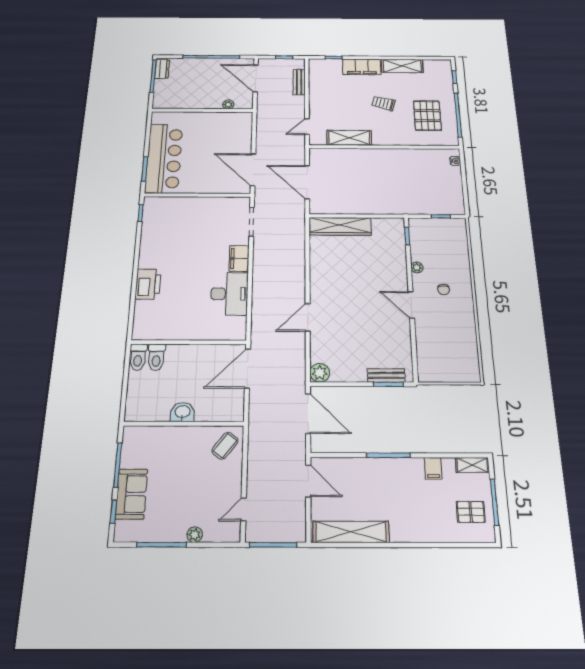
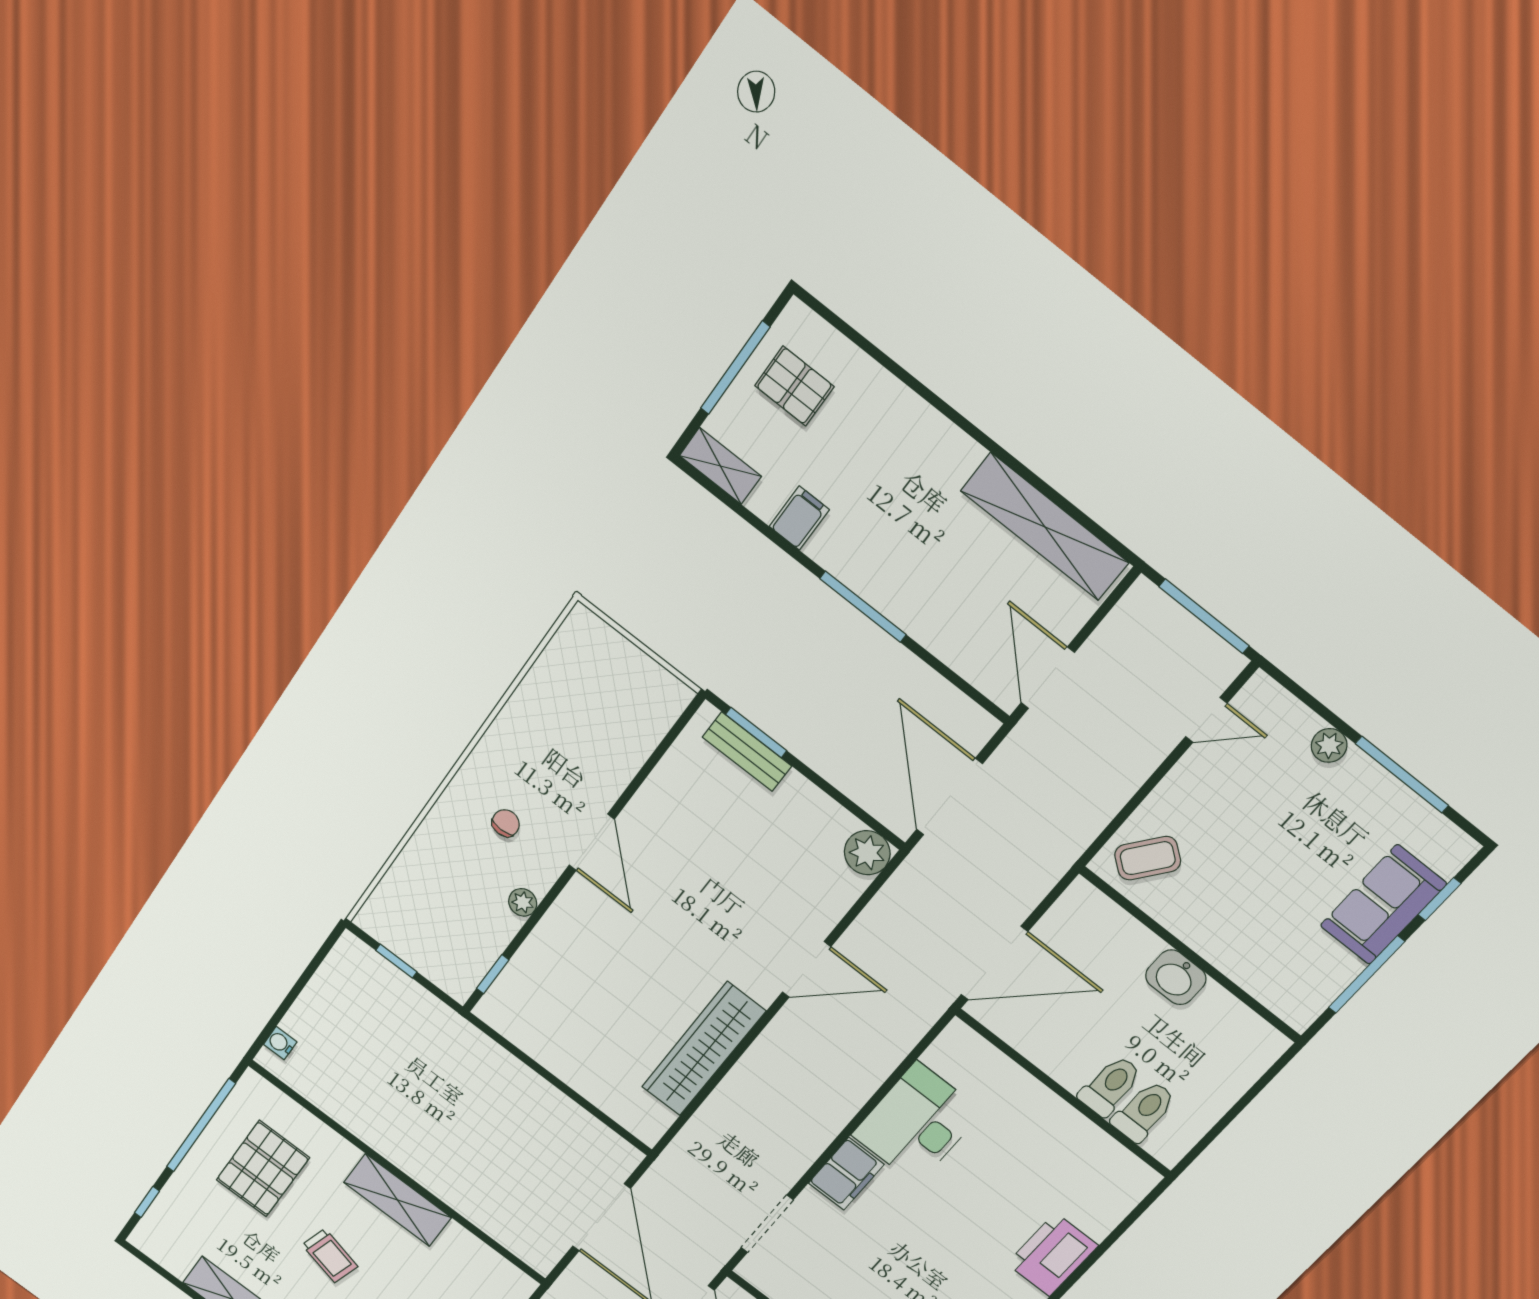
shelving: (349, 138) -> (398, 1200), moved
wardrobe: (340, 226) -> (703, 1049), moved, turned -90
toilet: (138, 357) -> (1110, 1086), moved

